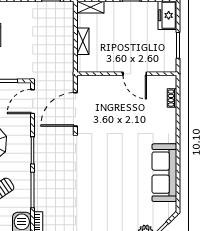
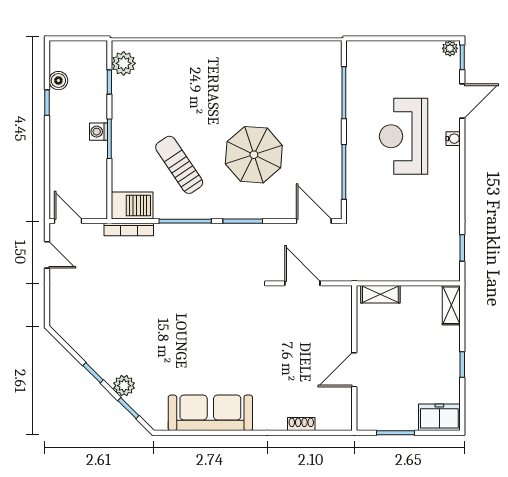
shelving: (83, 41) -> (380, 294), moved
shoe rack: (172, 98) -> (301, 424), moved
door: (75, 109) -> (302, 283), width x0.73

